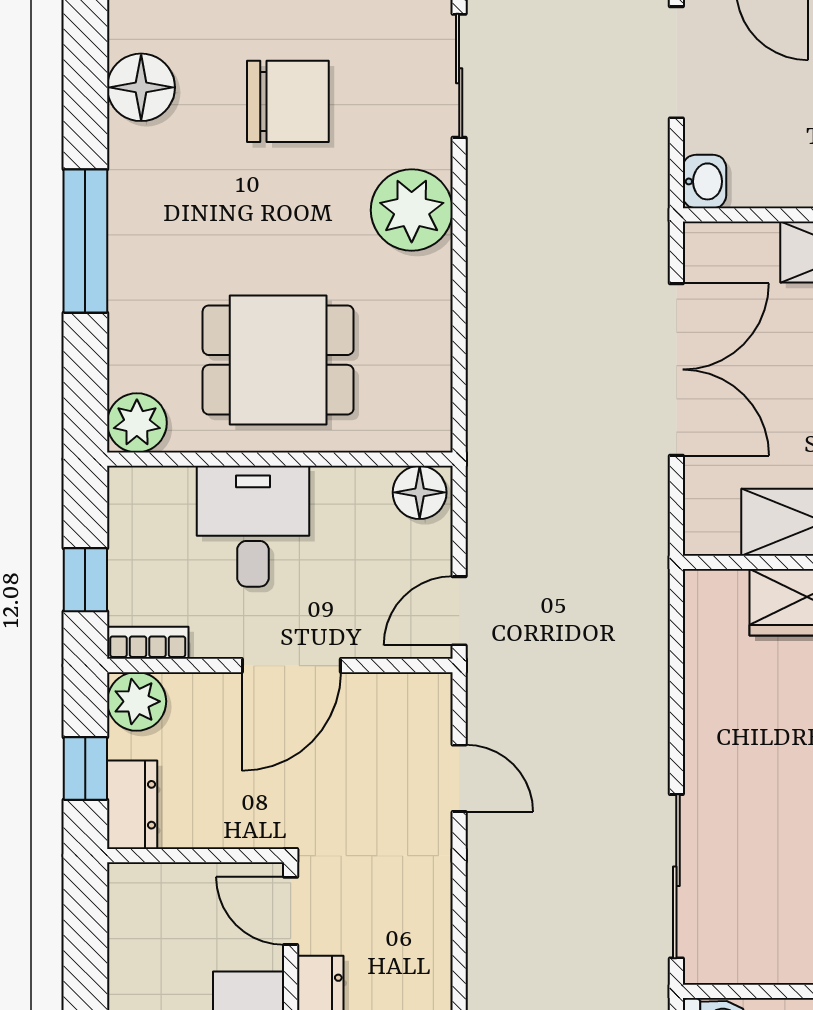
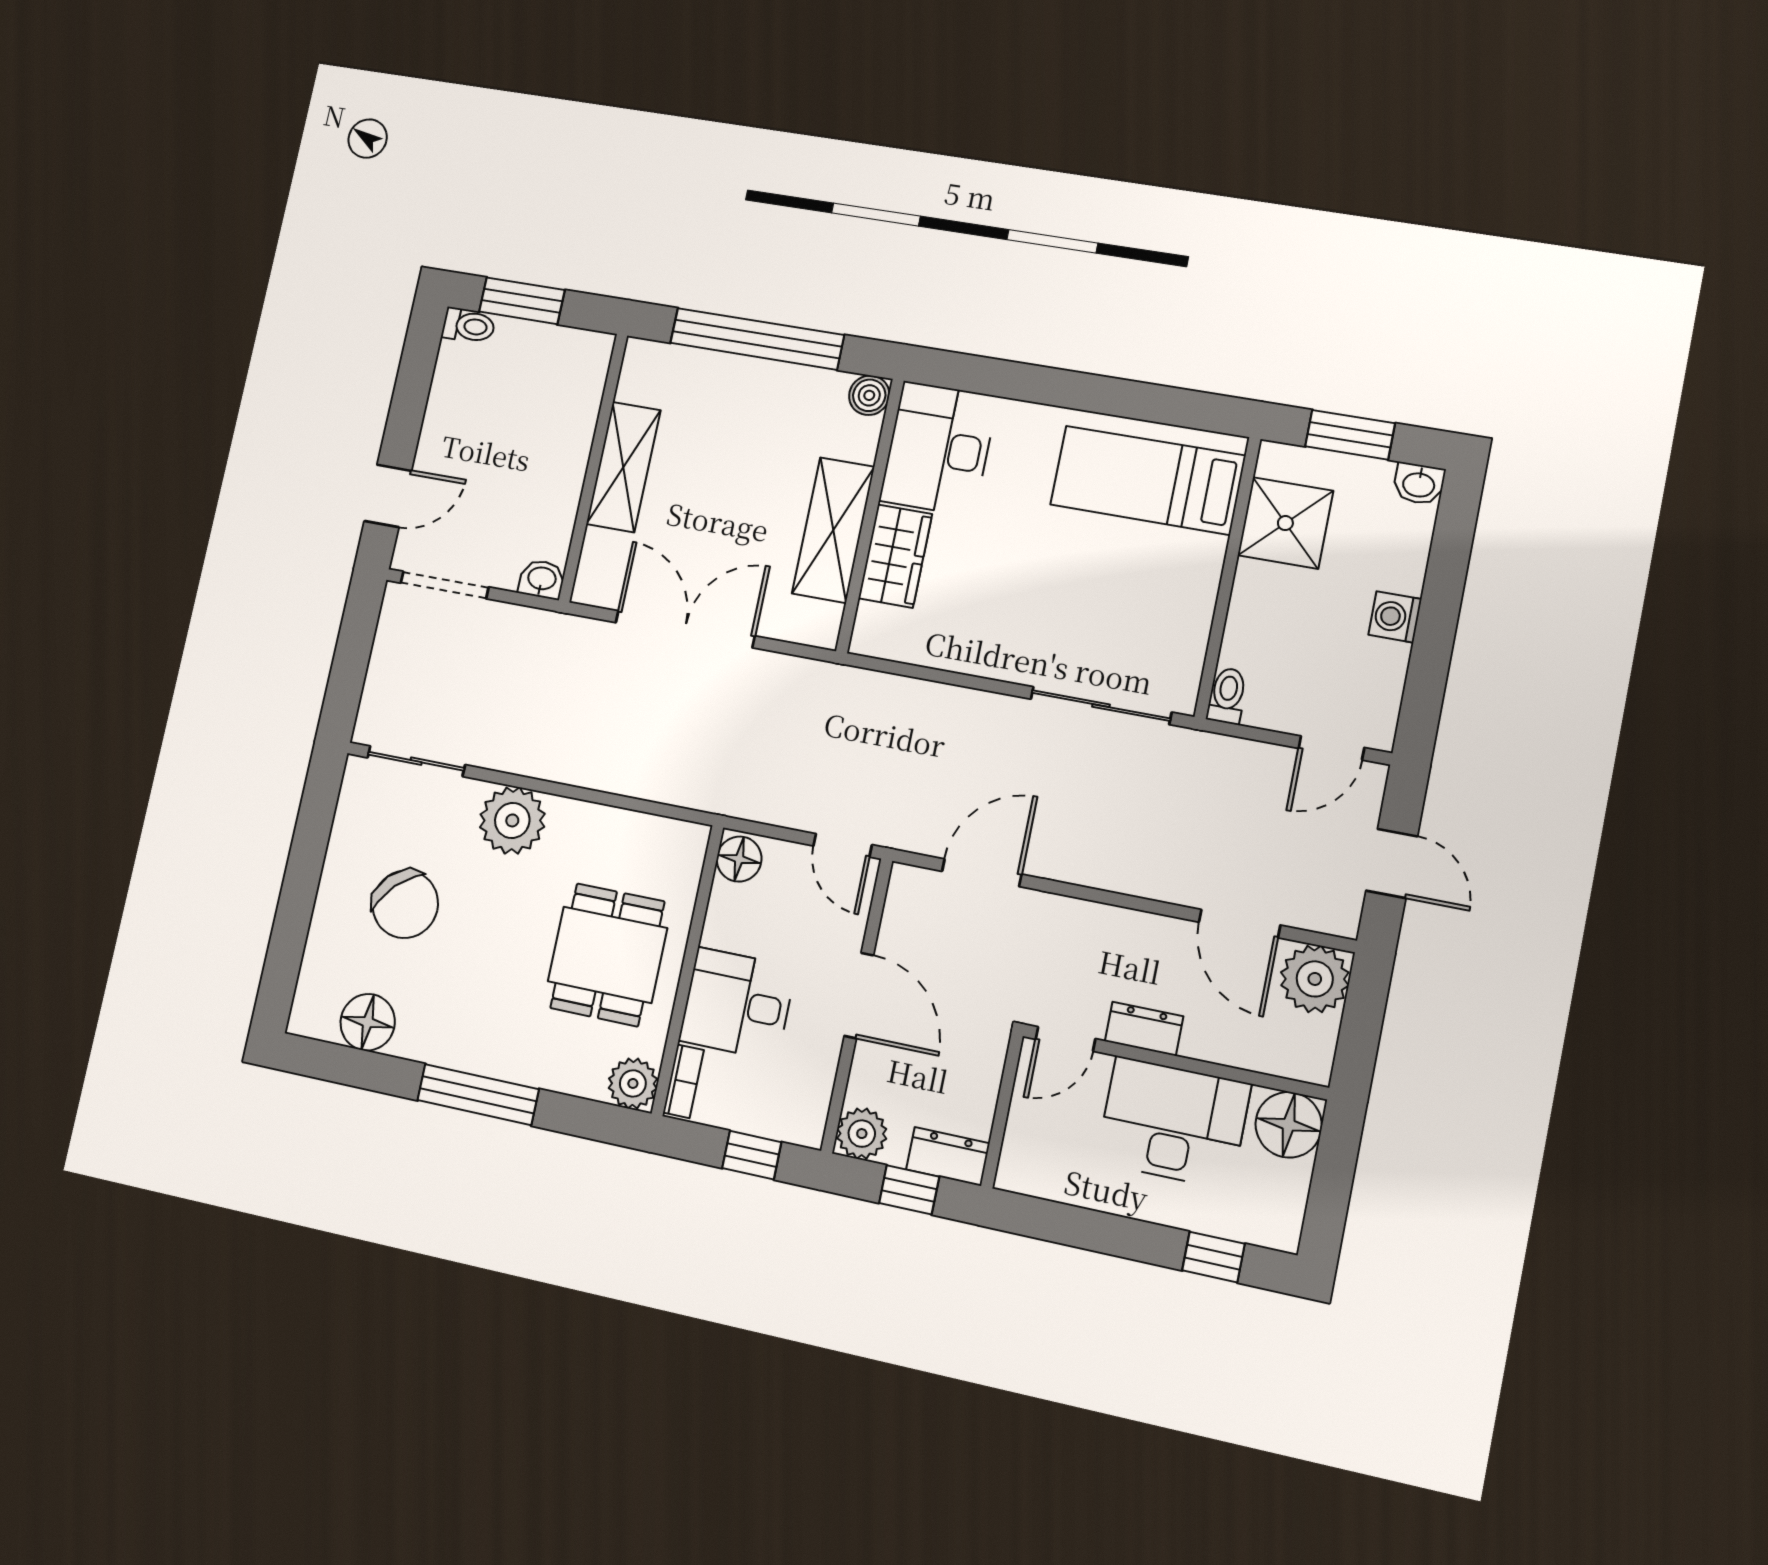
chair: (288, 101) -> (405, 904), turned 135
bookcase: (148, 643) -> (683, 1081), moved, turned 180
door: (459, 778) -> (982, 873), width x1.38

